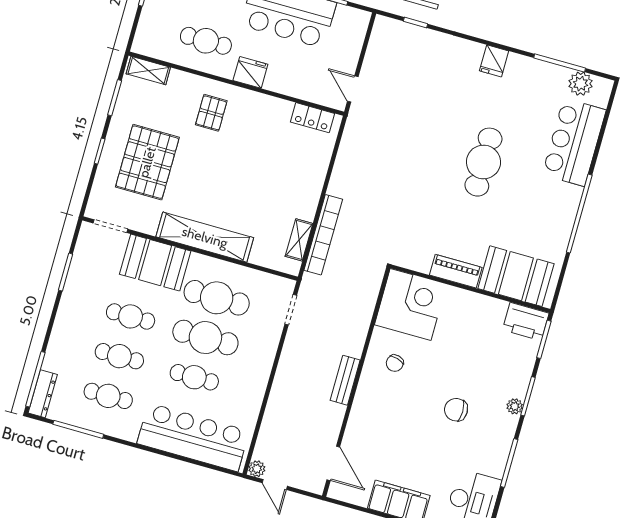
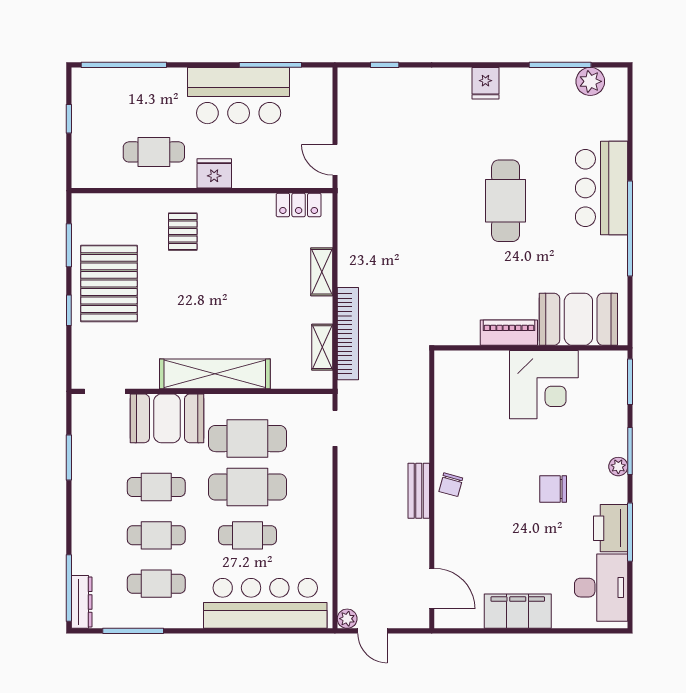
shelving: (148, 71) -> (322, 272), moved, turned 90
bar counter: (574, 142) -> (602, 188), moved
pallet: (147, 162) -> (109, 283), moved
corner desk: (411, 304) -> (544, 385), moved, turned 90
printer: (526, 322) -> (611, 528), moved, turned 90
chair: (395, 363) -> (451, 485), moved

